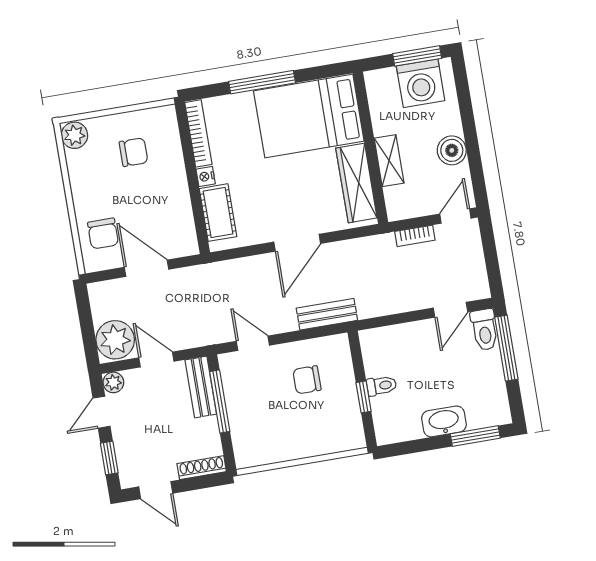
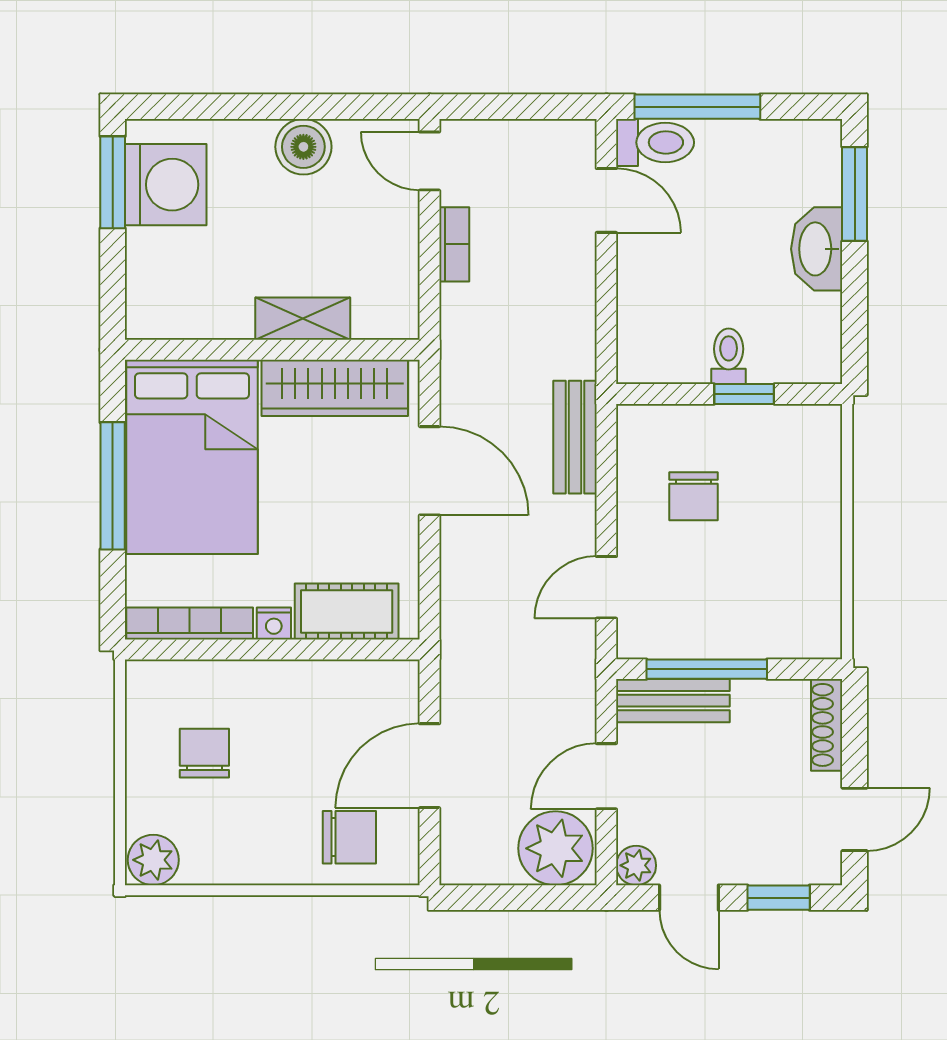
bed: (309, 116) -> (192, 457), moved
wall: (370, 148) -> (272, 350), moved
shelving: (389, 161) -> (303, 319), moved
wardrobe: (356, 183) -> (335, 388), moved

